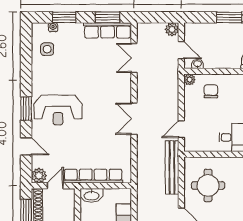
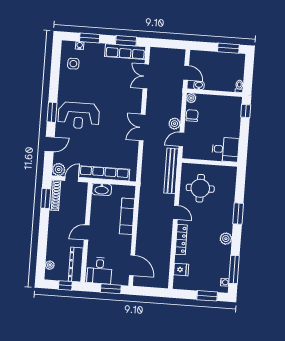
plant: (172, 29) -> (174, 124), moved
chair: (211, 91) -> (192, 116), moved
door: (26, 146) -> (50, 144), hinge flipped

